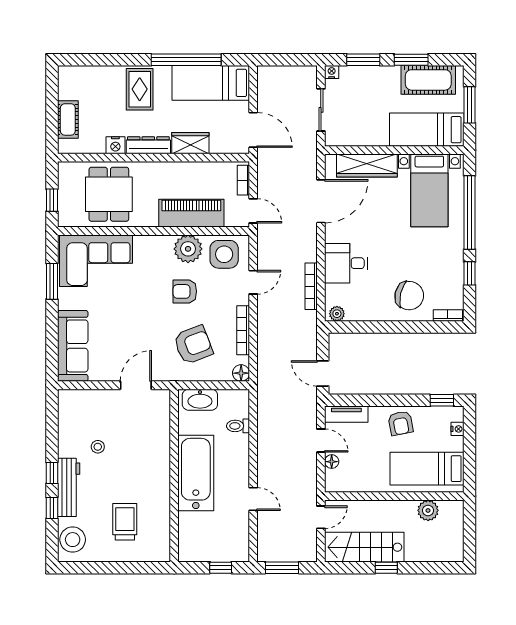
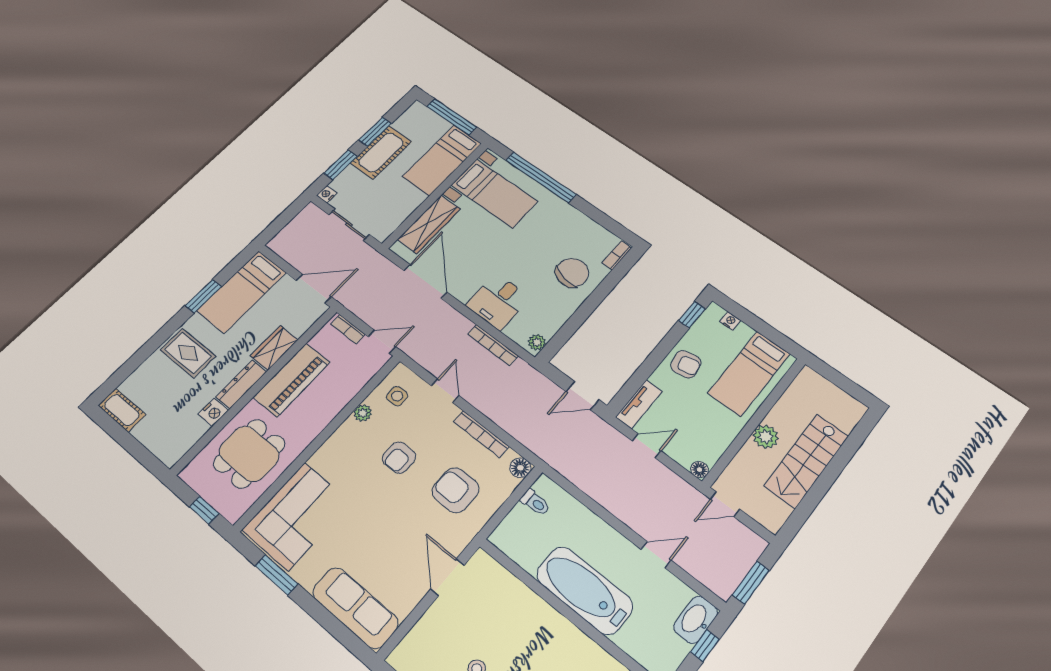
window: (186, 60) -> (203, 296), width x0.47
cot: (428, 80) -> (381, 152), moved
window: (470, 105) -> (452, 117), width x1.44
cot: (68, 119) -> (122, 410), moved
dining table: (109, 194) -> (249, 454), turned 90
piano: (191, 213) -> (292, 380), moved, turned 180
plant: (188, 249) -> (363, 413), width x0.53, depth x0.53
side table: (224, 254) -> (397, 396), width x0.54, depth x0.54
window: (470, 273) -> (594, 213), removed
armchair: (193, 345) -> (456, 490), turned -69
washbasin: (200, 400) -> (696, 620), moved, turned 180
toilet: (238, 426) -> (535, 503), moved, turned -90
floor lamp: (332, 462) -> (700, 470), moved
plant: (428, 510) -> (766, 437), moved
door: (321, 517) -> (725, 504), swing flipped
stairs: (364, 547) -> (806, 461), moved
window: (386, 568) -> (824, 482), removed

